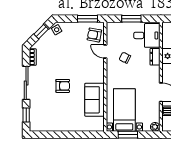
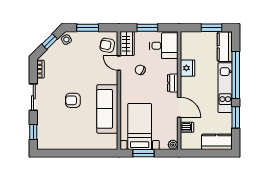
window: (87, 19) -> (88, 28), moved
wardrobe: (113, 33) -> (127, 44), added
dresser: (155, 57) -> (173, 83), moved
sliding door: (26, 83) -> (33, 97), width x0.73
armchair: (63, 86) -> (73, 100), turned 180
sofa: (94, 100) -> (107, 109), width x1.36

